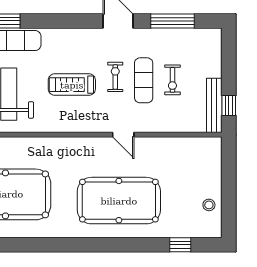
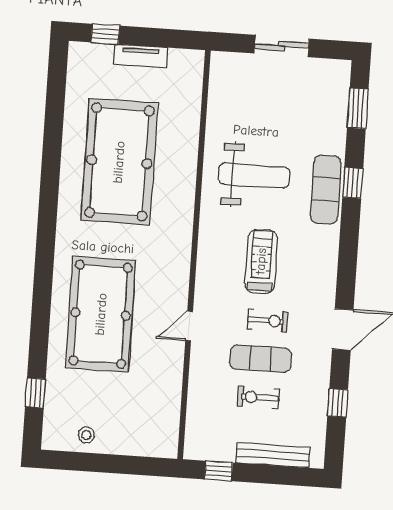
window: (173, 21) -> (338, 403), width x0.46
bench: (214, 105) -> (273, 455), moved

